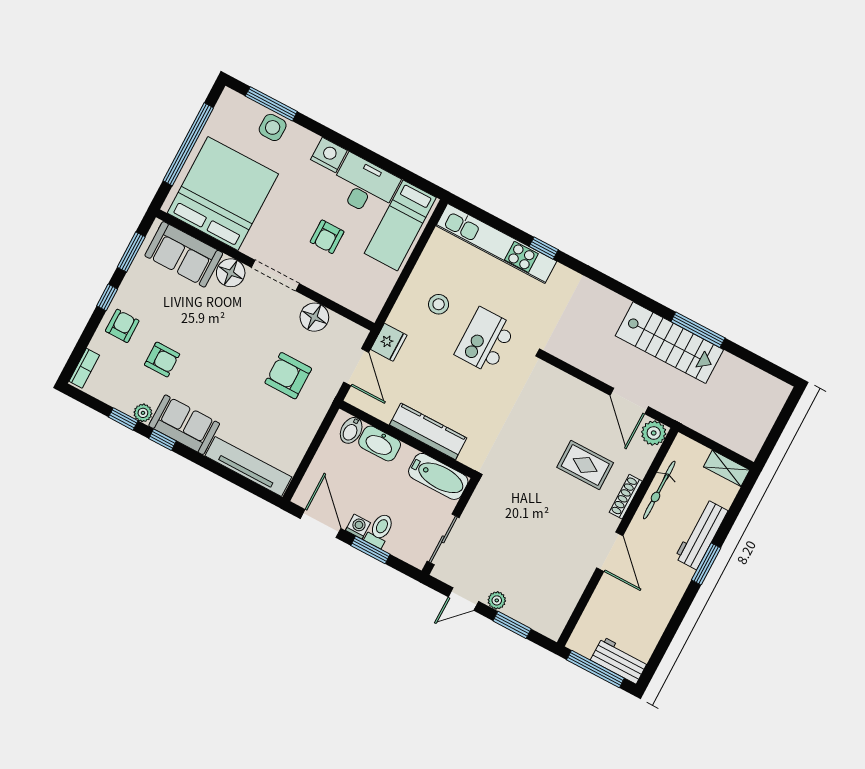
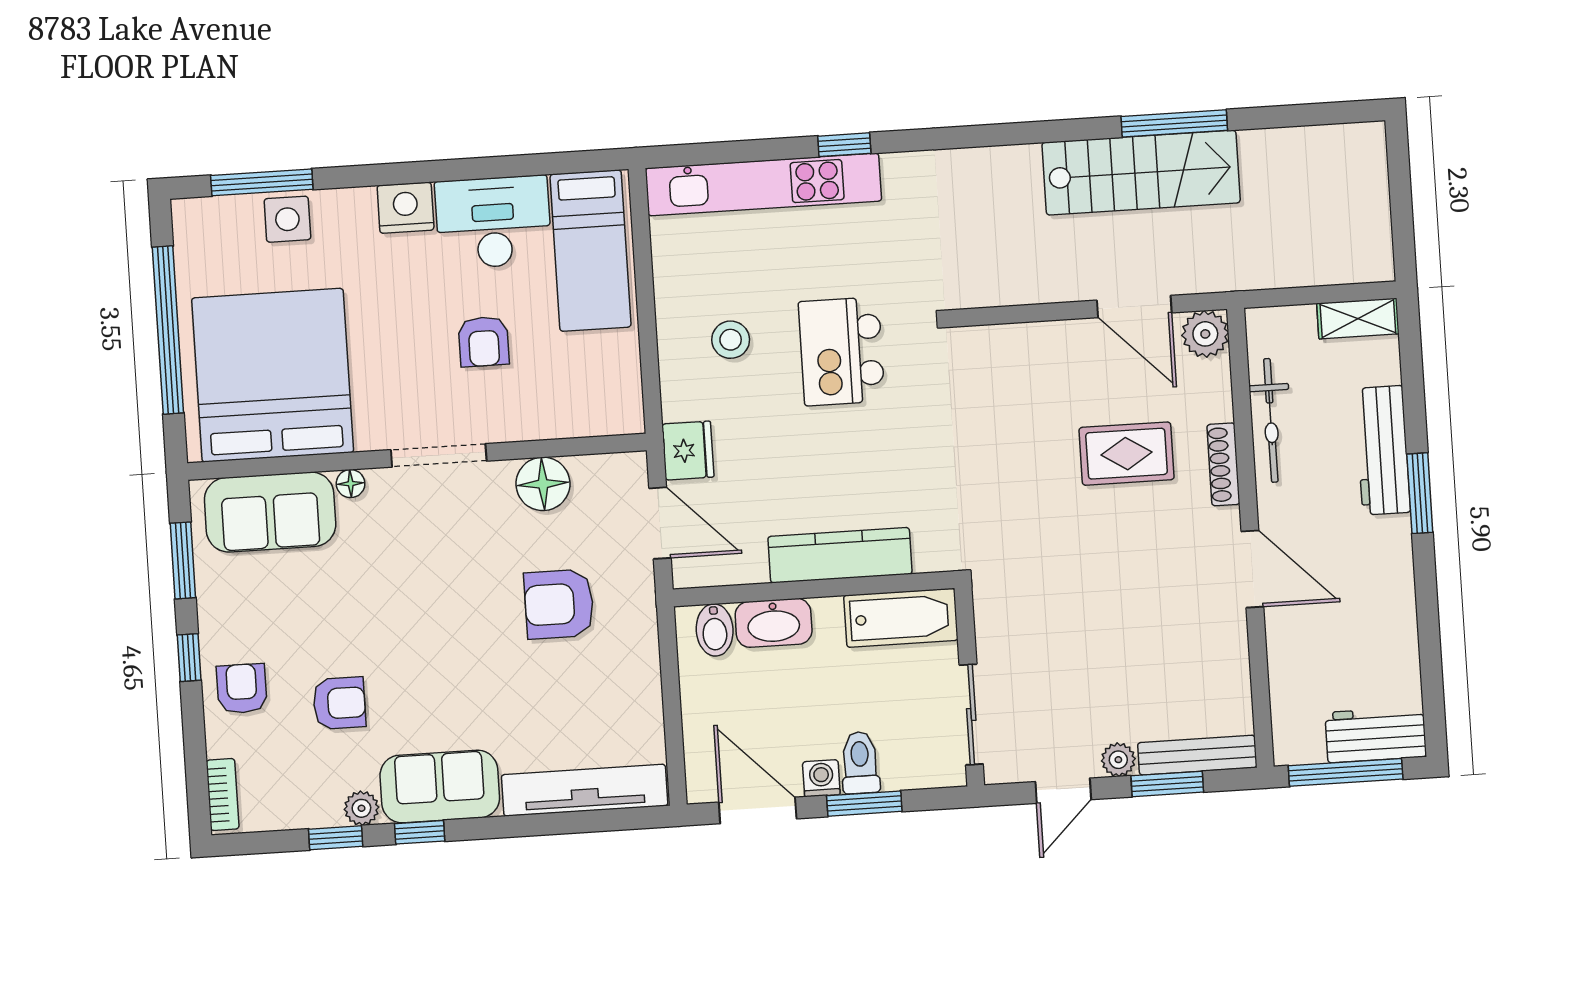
floor lamp: (231, 273) -> (351, 484), width x0.53, depth x0.53
bench: (534, 620) -> (1197, 755), added

